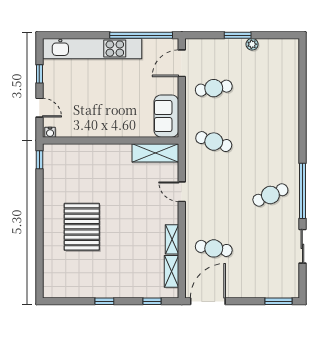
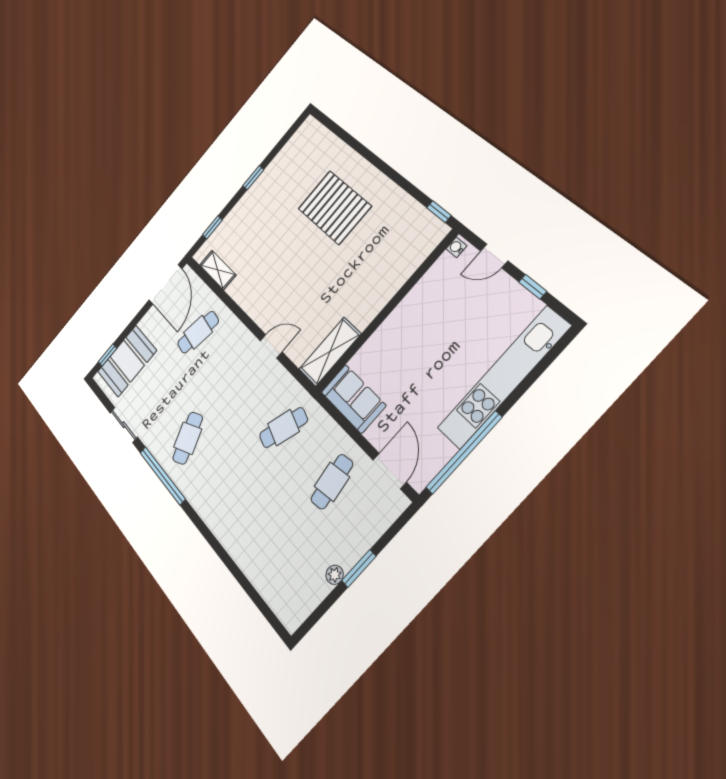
shelving: (172, 239) -> (242, 296), removed
booth: (269, 283) -> (127, 361), added
window: (279, 301) -> (107, 355), width x0.67

